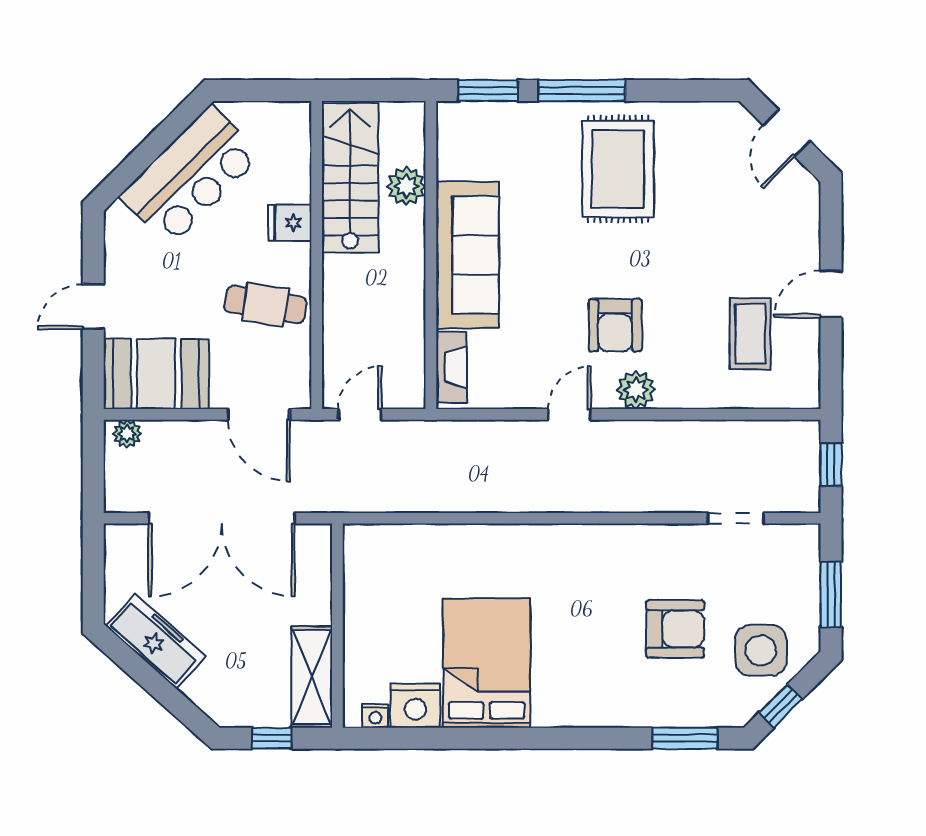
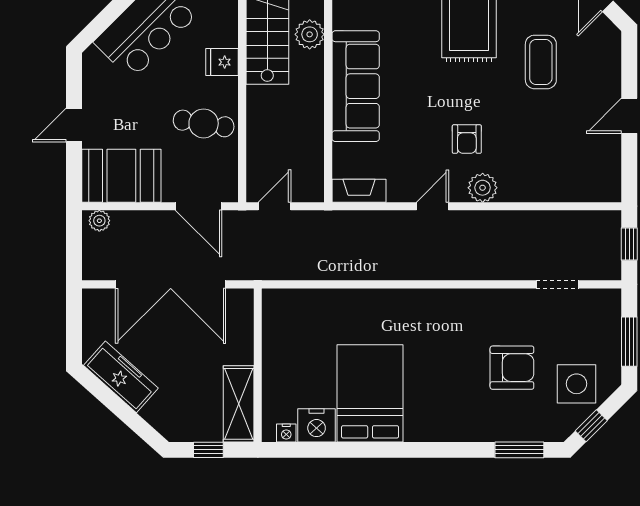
armchair: (615, 325) -> (467, 139), width x0.72, depth x0.72
coffee table: (750, 334) -> (541, 62), moved
fireplace: (451, 367) -> (359, 191), moved, turned -90

